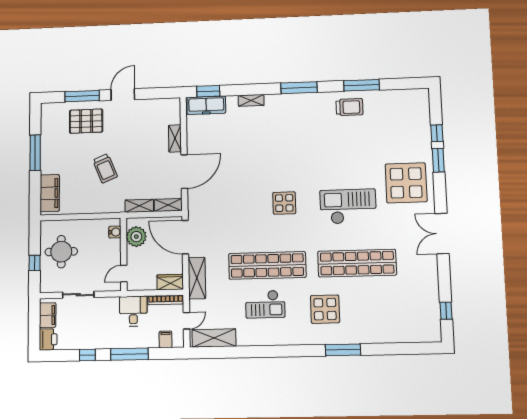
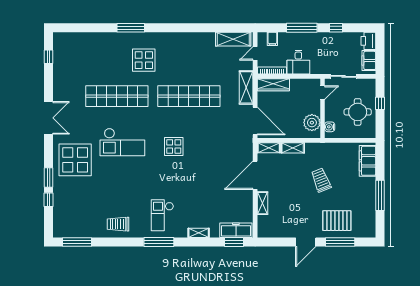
window: (362, 85) -> (77, 242), moved
water cooler: (115, 232) -> (330, 127), moved
plant: (136, 237) -> (312, 123), moved
wall: (124, 254) -> (322, 108), moved
door: (124, 274) -> (322, 93), moved
wardrobe: (170, 282) -> (273, 85), width x1.50
checkout: (265, 304) -> (162, 215), moved, turned -90

